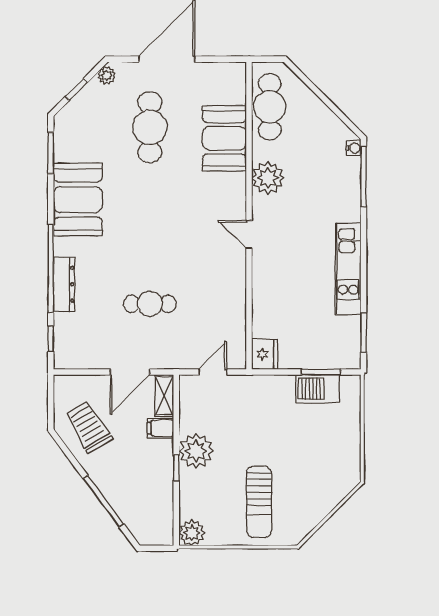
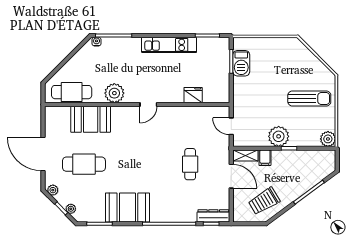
plant: (76, 105) -> (71, 209), added
dresser: (64, 284) -> (213, 216), moved
fridge: (265, 354) -> (193, 95), moved

